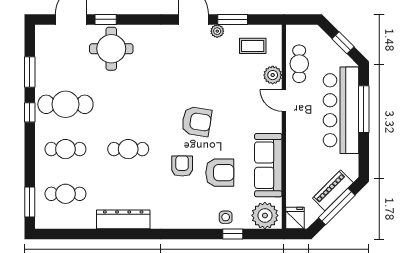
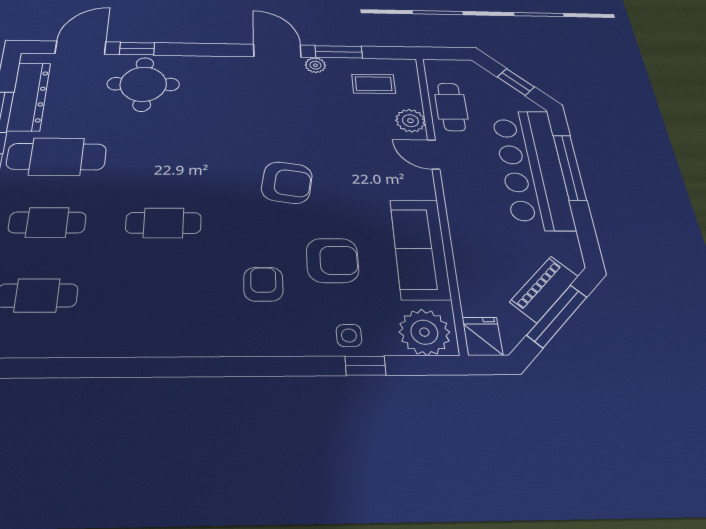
armchair: (182, 166) -> (263, 284), moved
dresser: (123, 219) -> (29, 96), moved, turned 90

